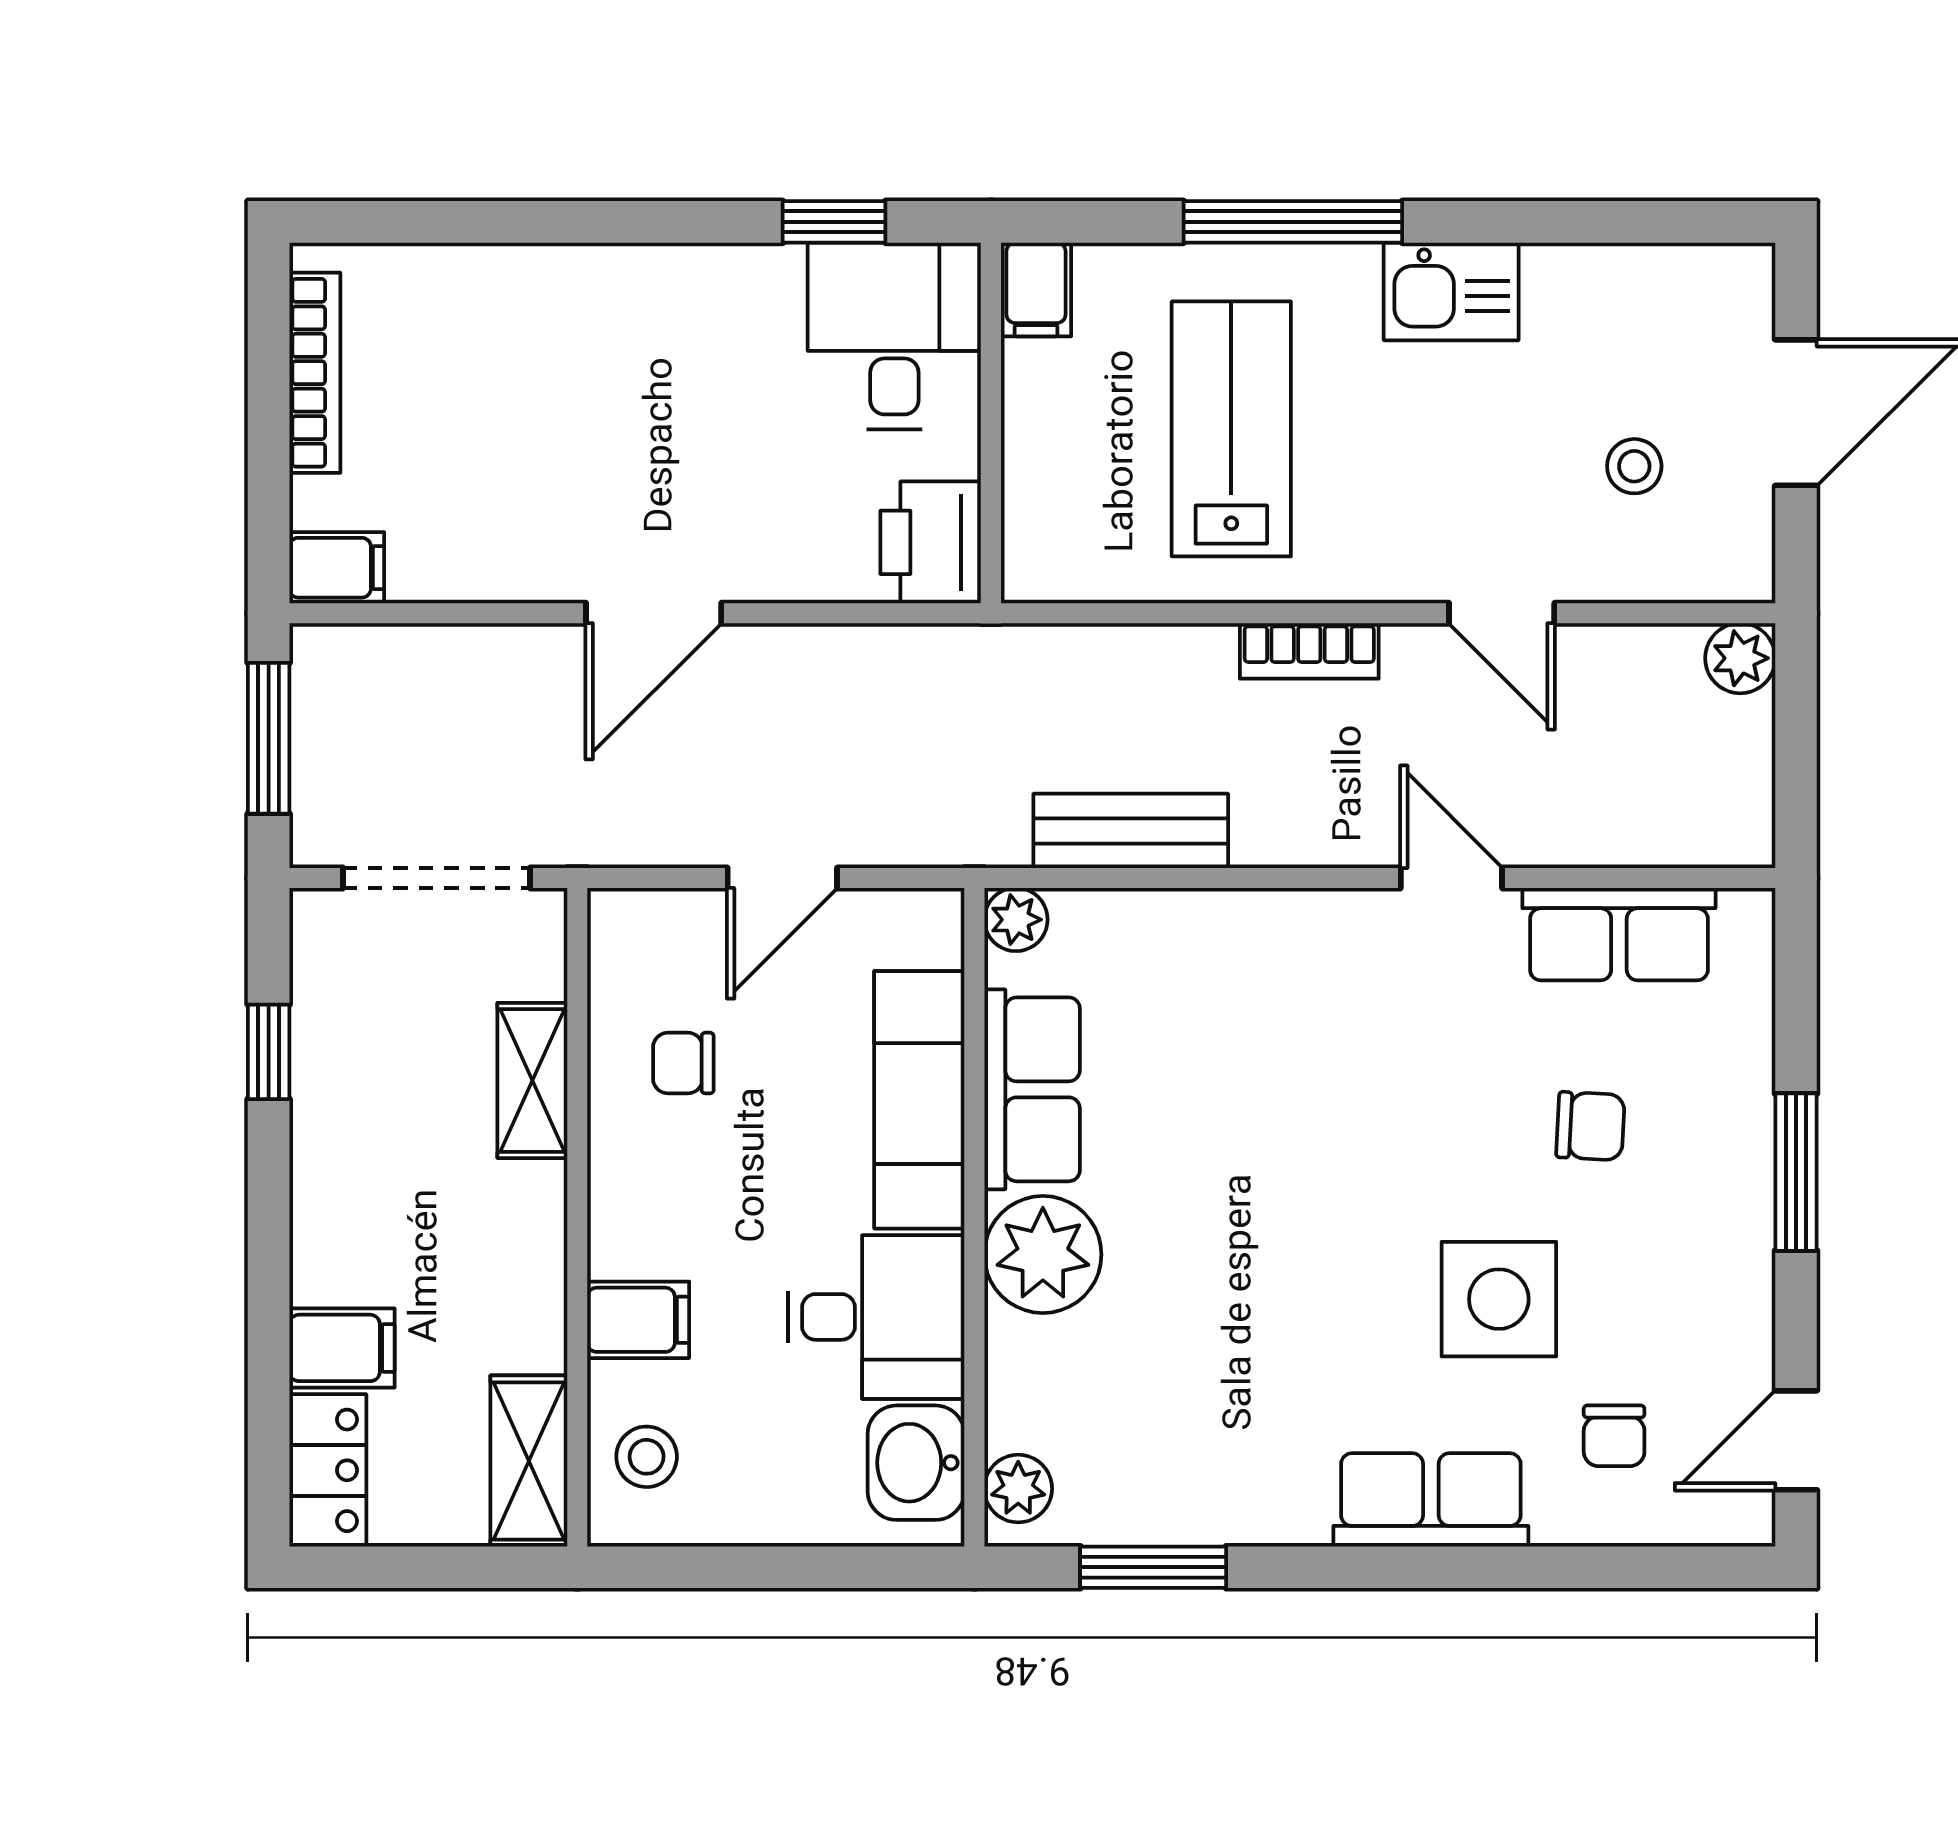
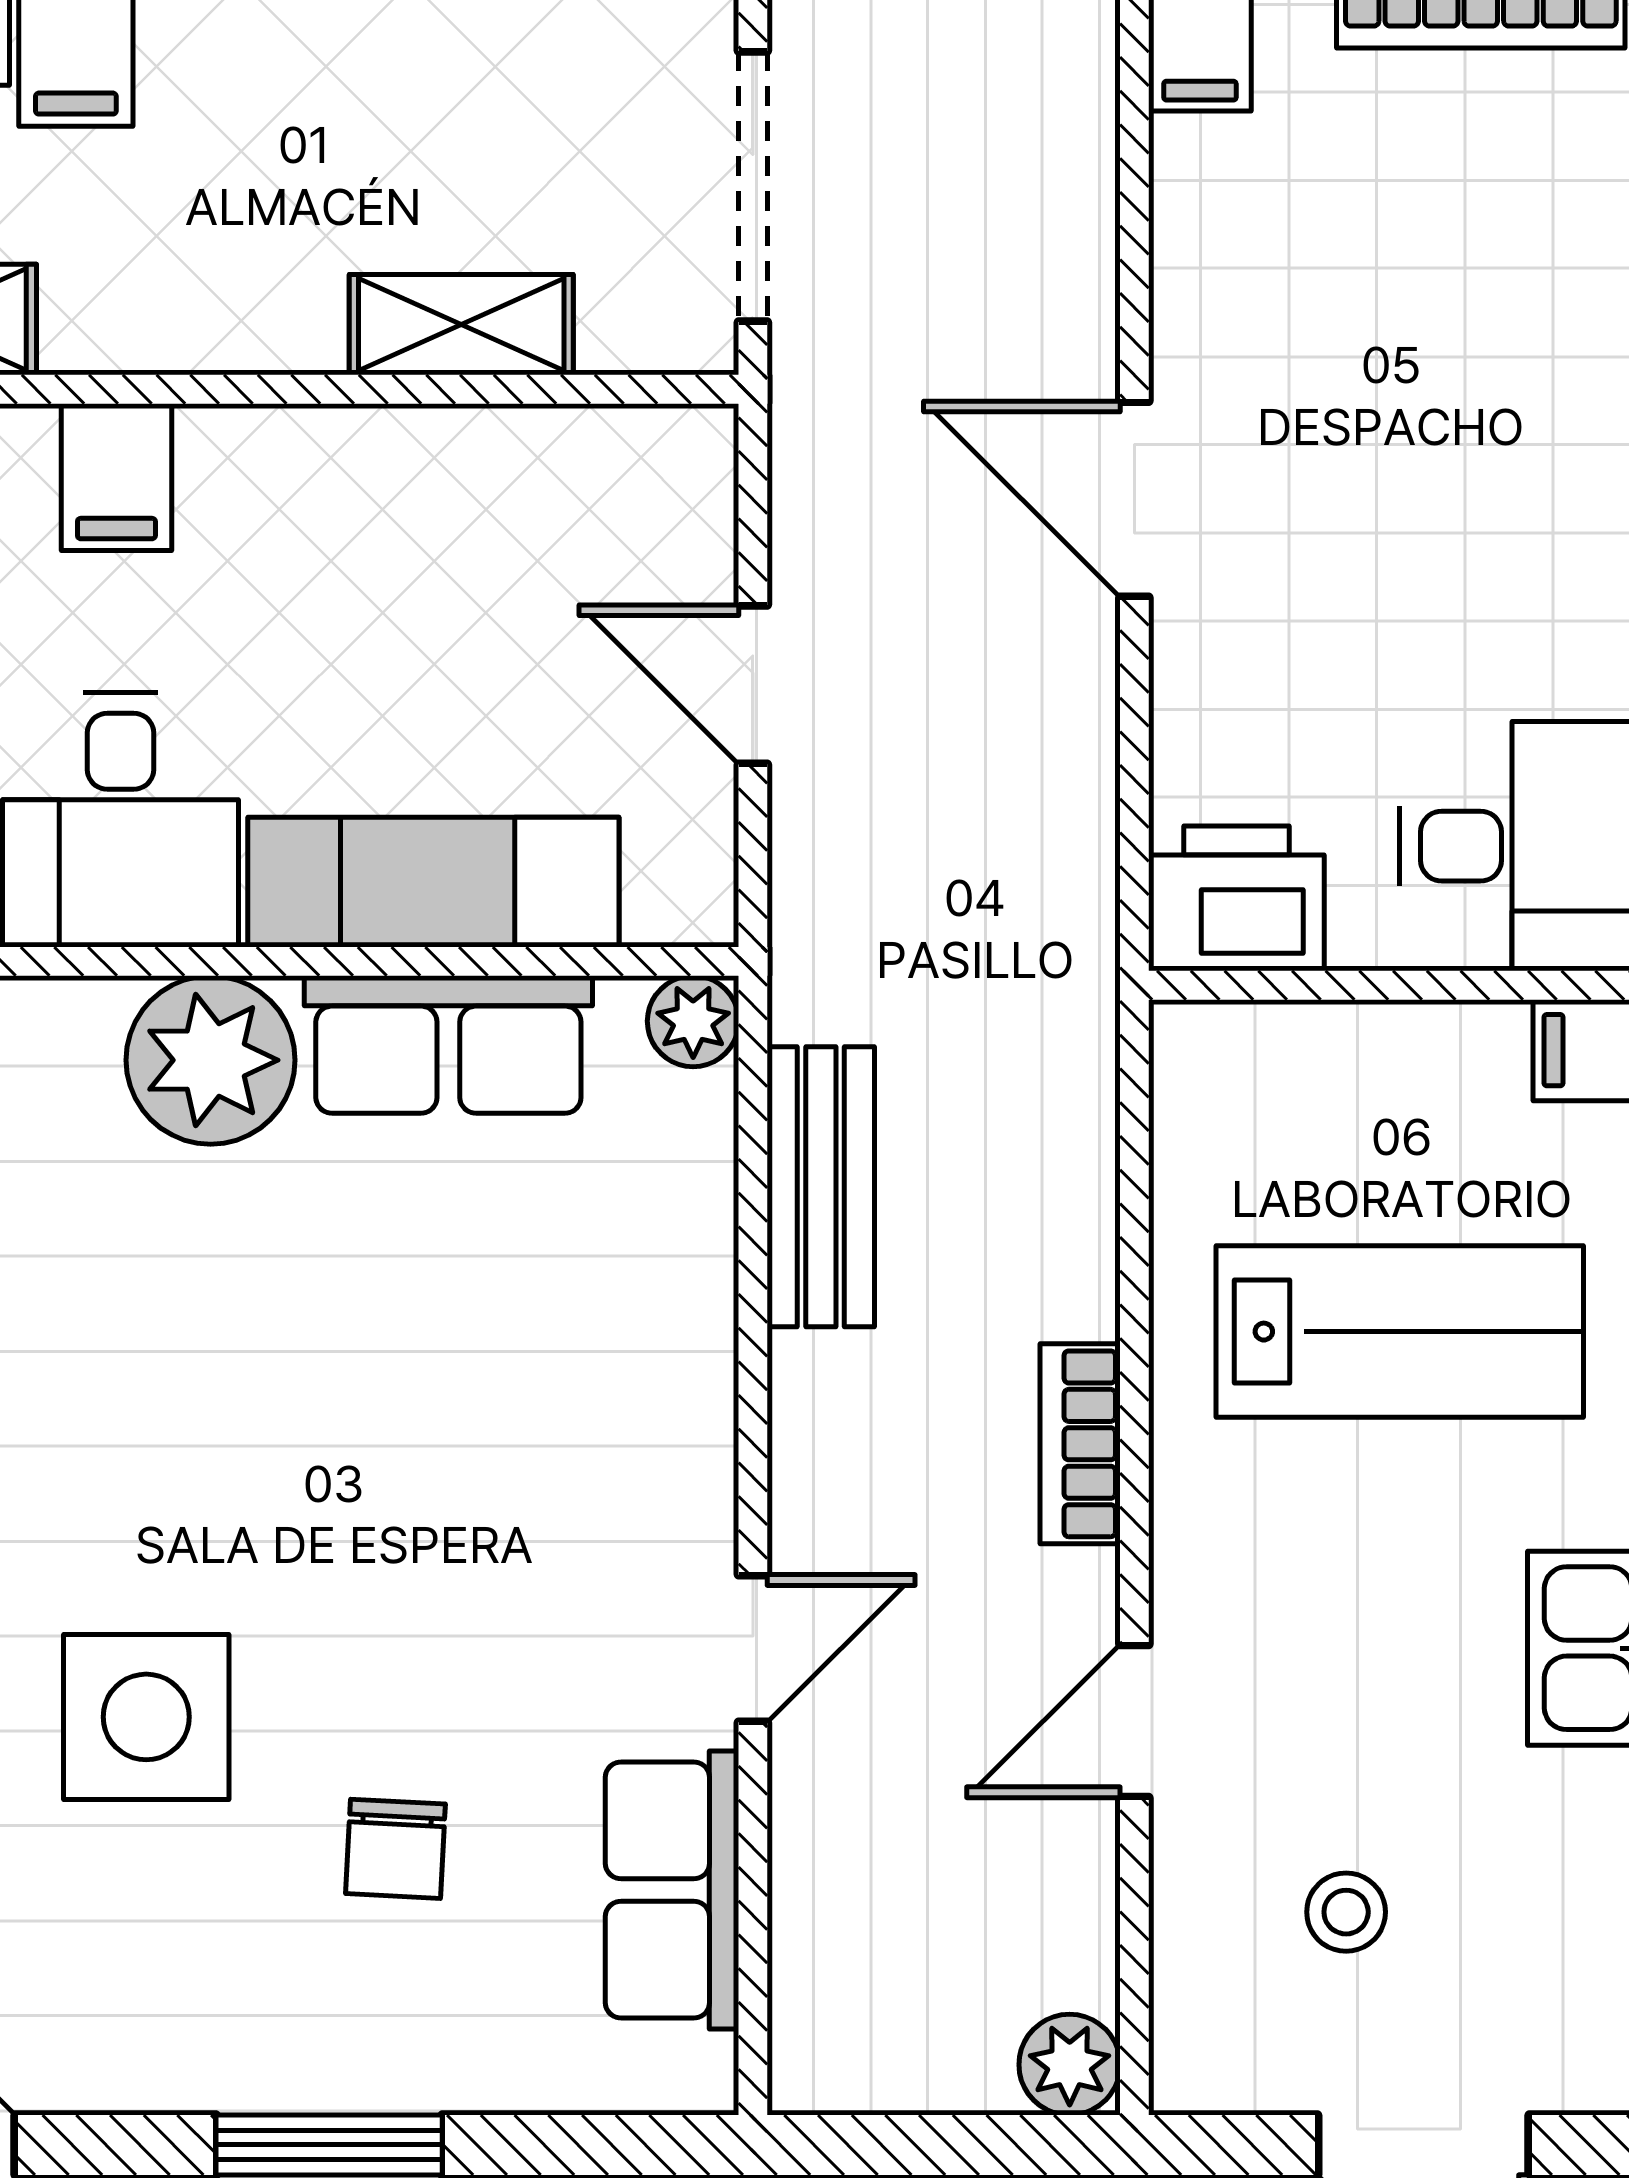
chair: (683, 1063) -> (486, 542), removed

